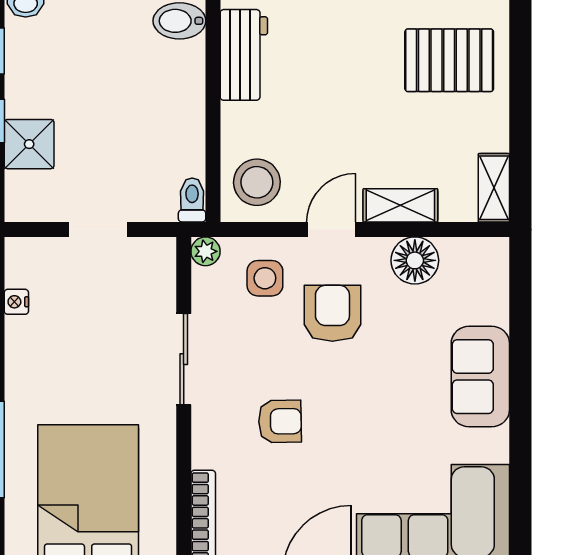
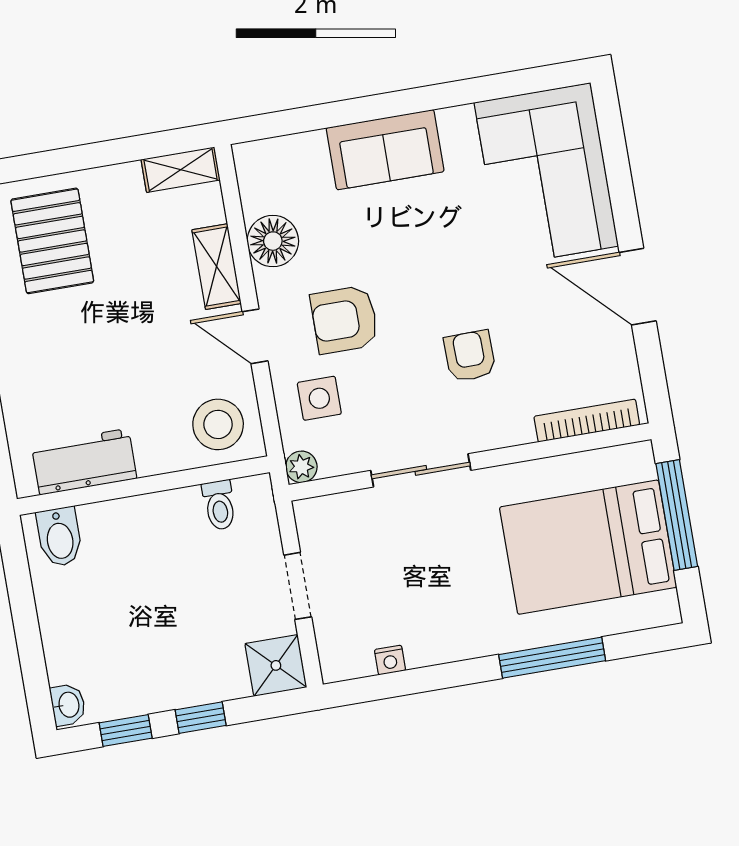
shower: (29, 144) -> (276, 665), moved
toilet: (192, 200) -> (219, 505), moved, turned -90

